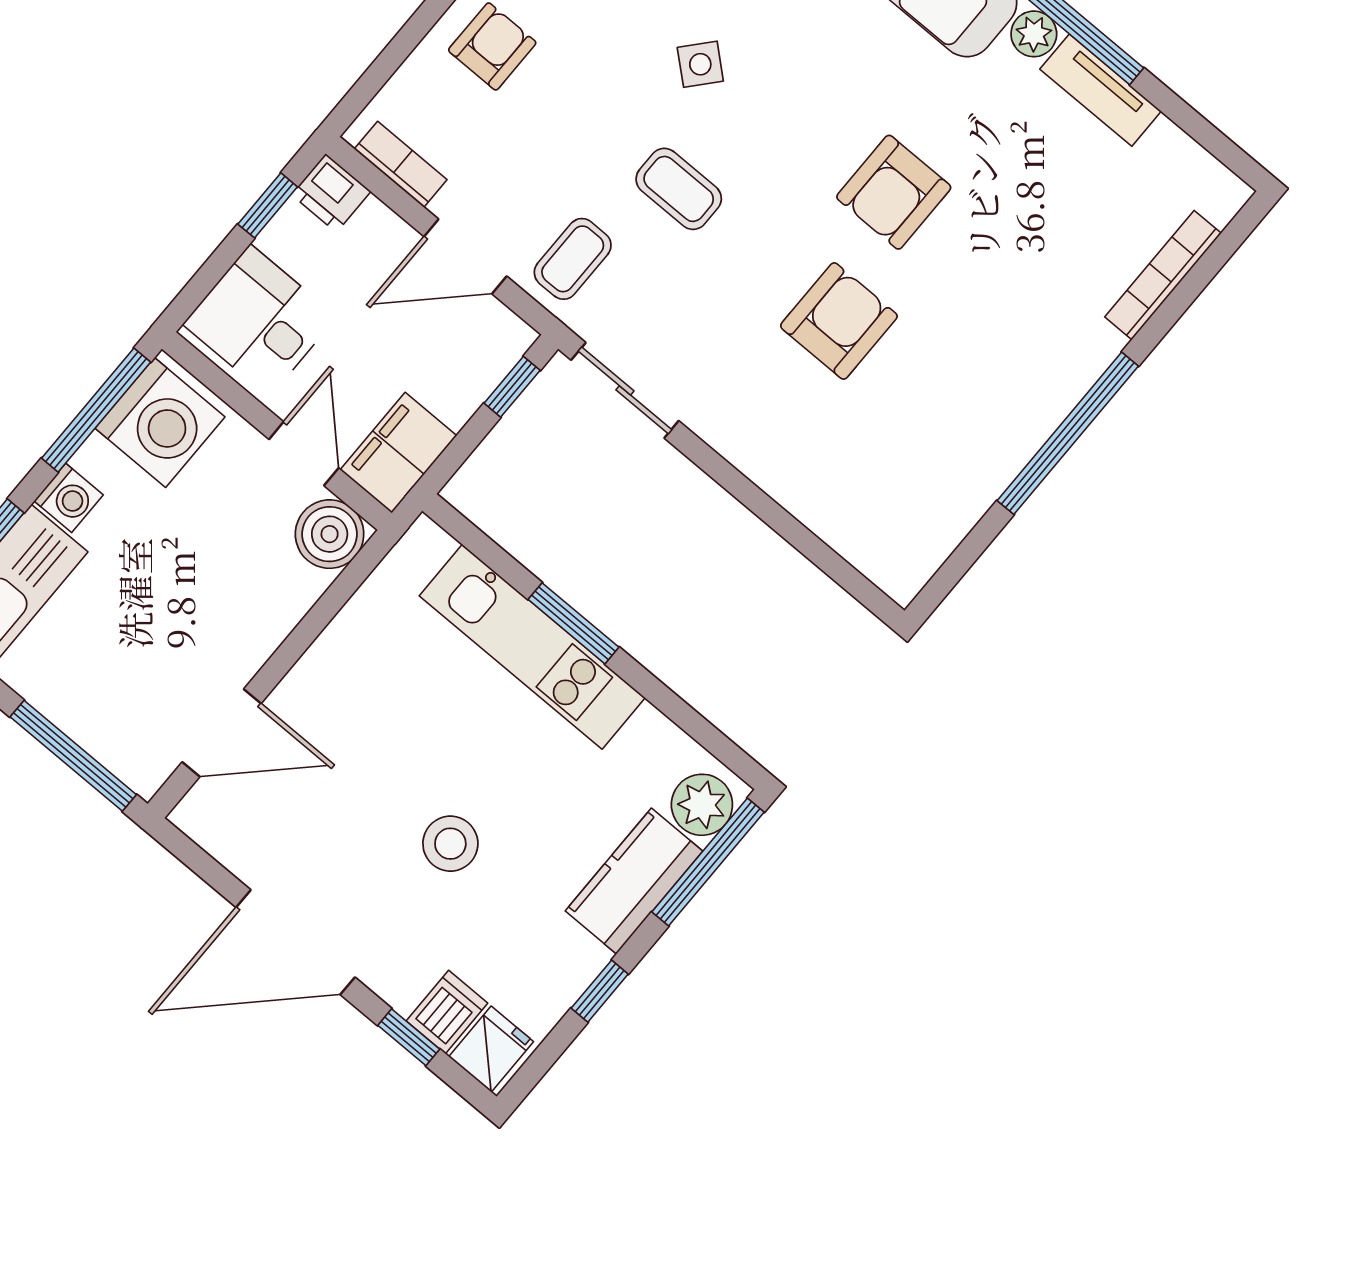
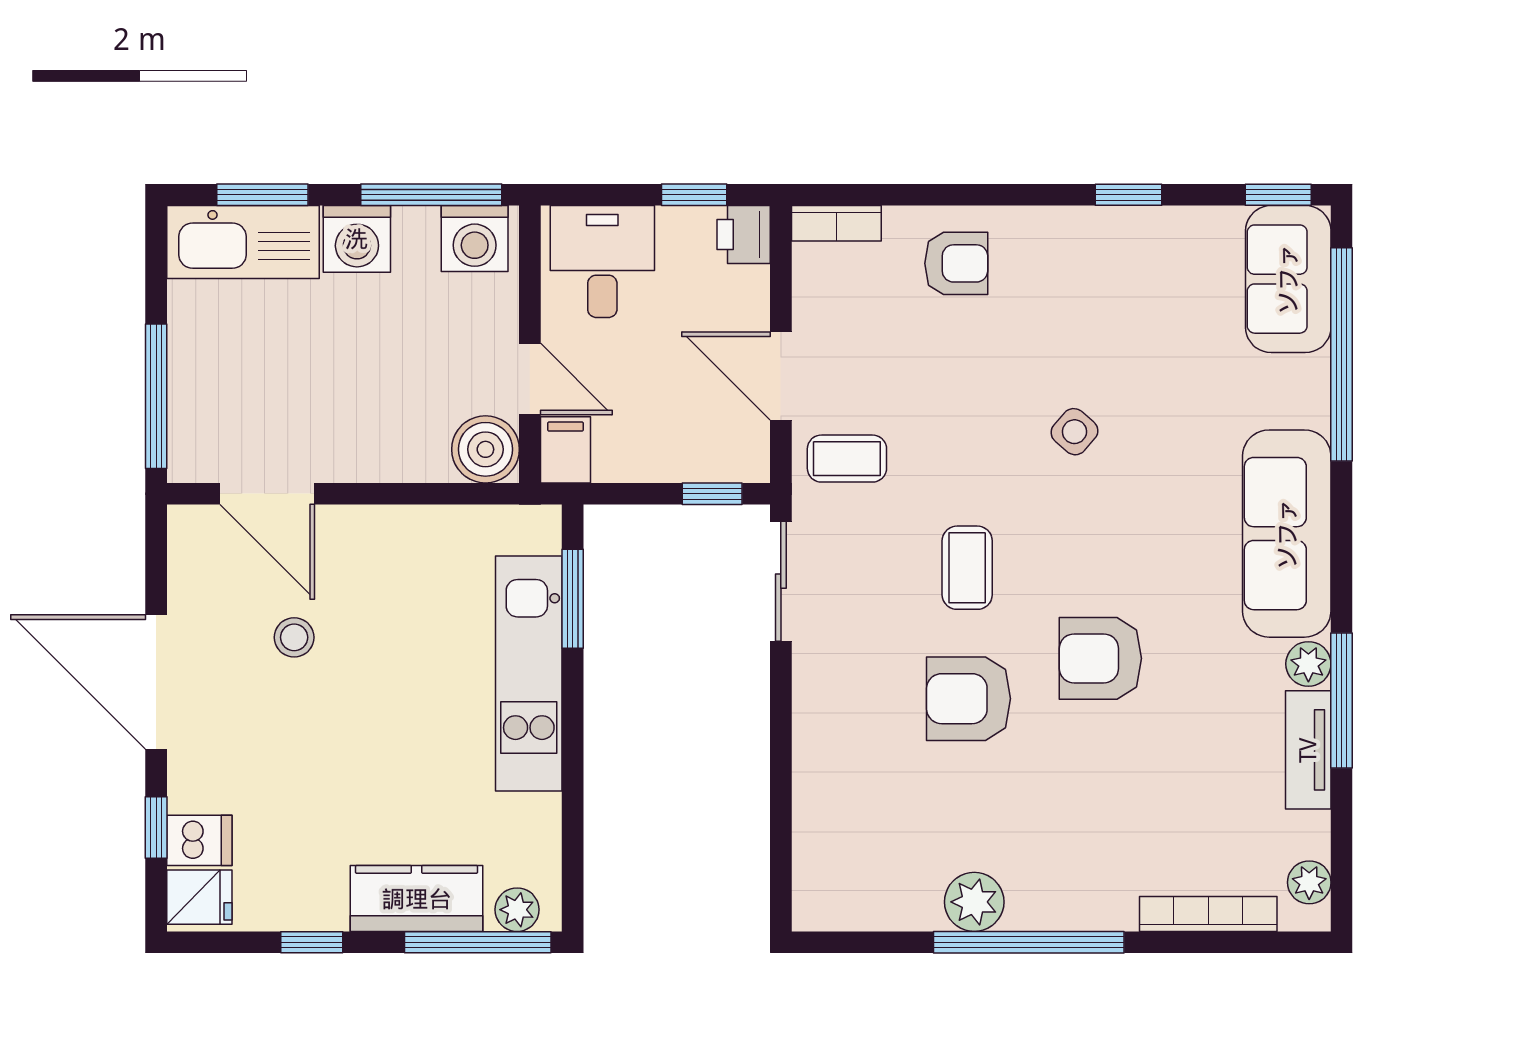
bookcase: (401, 164) -> (836, 223), moved, turned 90
plant: (1204, 176) -> (1309, 882), added
coffee table: (679, 189) -> (967, 568), moved
armchair: (839, 321) -> (969, 699), turned 180
washing machine: (160, 423) -> (475, 239), width x0.73, depth x0.73
plant: (1001, 449) -> (974, 902), added
filing cabinet: (398, 453) -> (566, 450), width x0.50
door: (304, 454) -> (530, 379), hinge flipped
washing machine: (69, 498) -> (357, 239), width x1.38, depth x1.38
window: (573, 623) -> (573, 599), moved
plant: (702, 805) -> (517, 910), width x0.73, depth x0.73
stool: (450, 844) -> (294, 637), moved, width x0.73, depth x0.73

